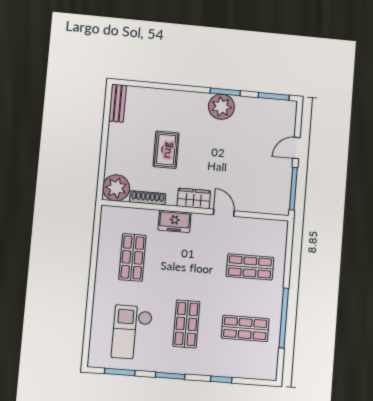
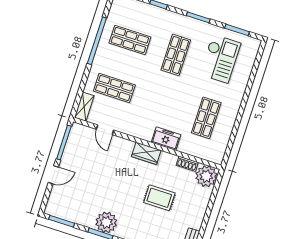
rug: (166, 150) -> (159, 198), turned 90
shoe rack: (148, 198) -> (187, 164), width x0.70
door: (224, 213) -> (105, 130), moved
shelving: (280, 236) -> (84, 107), added

